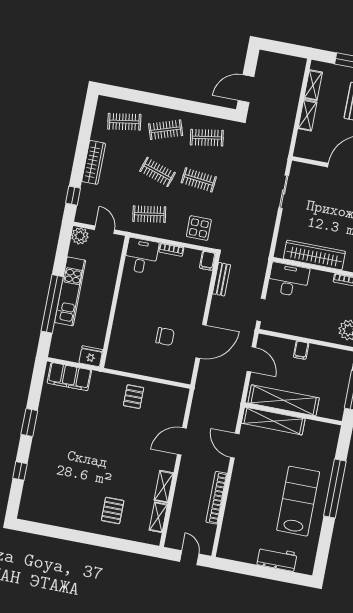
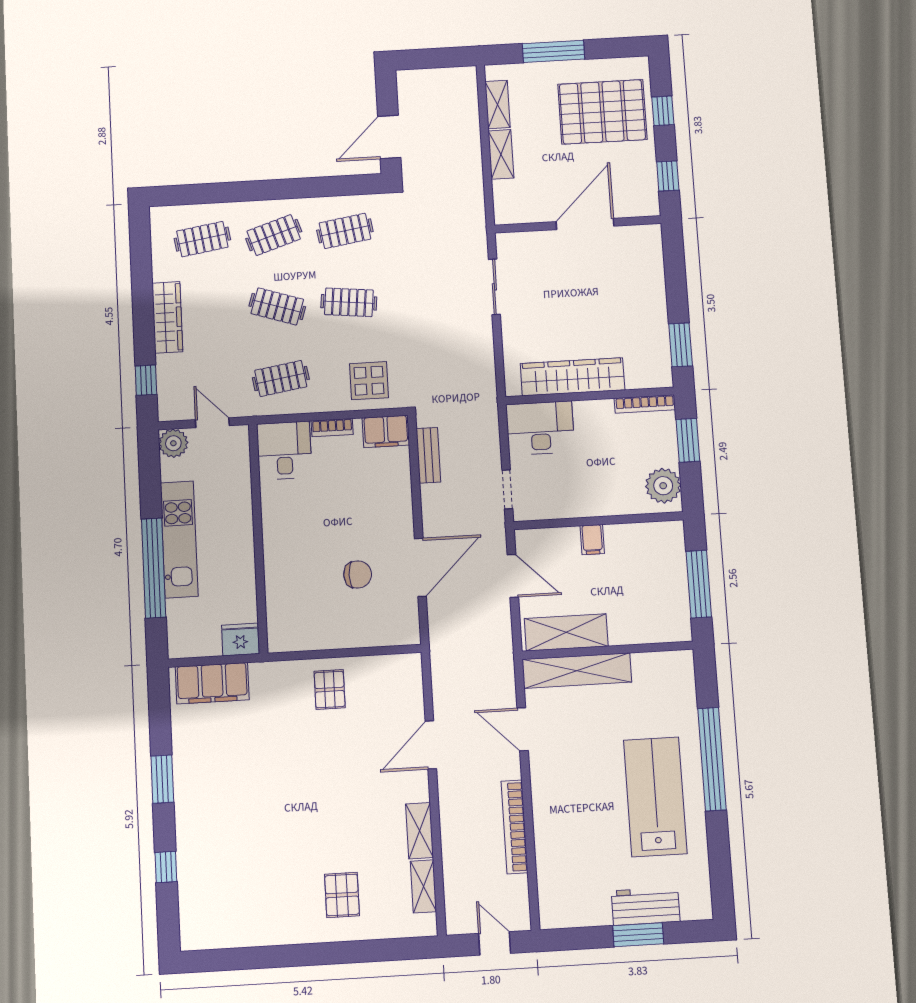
filing cabinet: (208, 261) -> (386, 431), width x2.00
shelving: (284, 400) -> (566, 632), width x0.68
window: (269, 573) -> (638, 935), added

